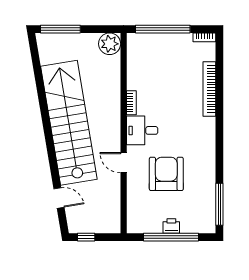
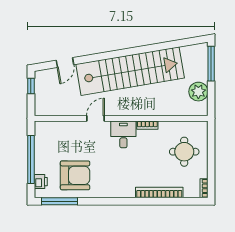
window: (163, 29) -> (211, 152), removed
plant: (110, 44) -> (198, 92), moved
round table: (162, 60) -> (184, 152), added
armchair: (166, 174) -> (75, 175), moved
printer: (171, 226) -> (41, 182), moved

